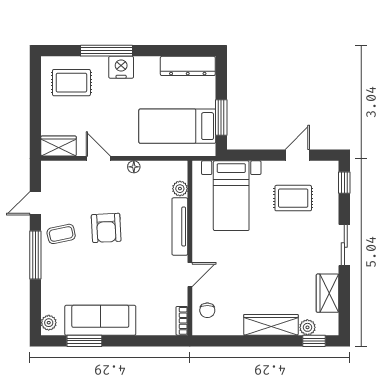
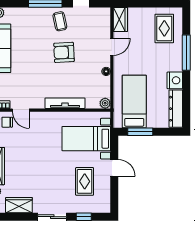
nightstand: (121, 67) -> (175, 80), moved
door: (297, 155) -> (114, 168), moved
window: (344, 183) -> (84, 217), moved
plant: (180, 189) -> (105, 103), moved
door: (190, 275) -> (21, 110), moved

